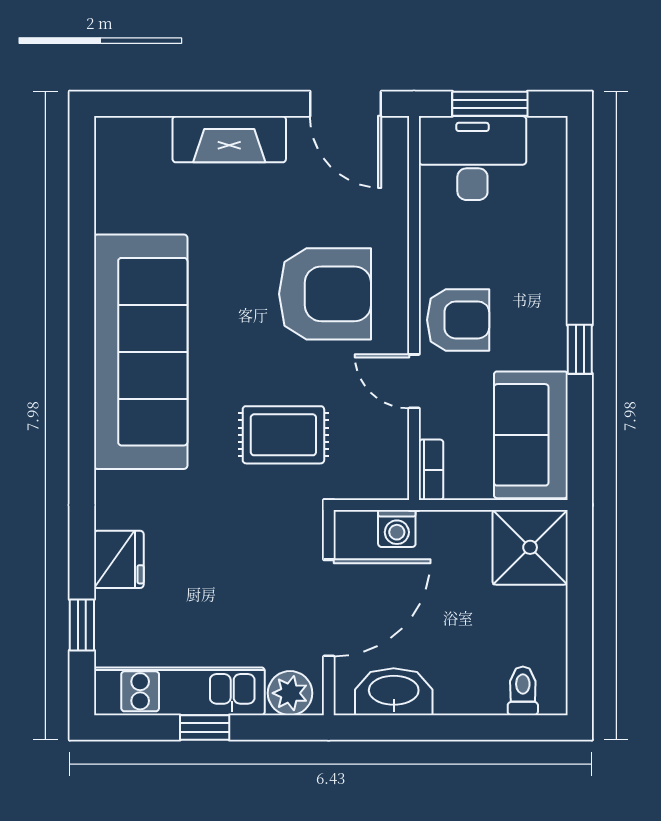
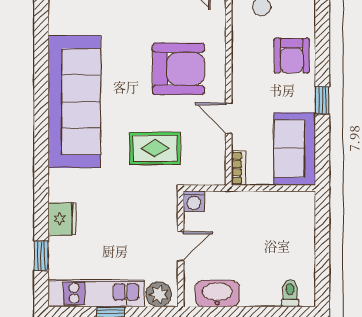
armchair: (458, 320) -> (292, 56), moved, turned 90
washing machine: (397, 528) -> (194, 201), moved
shower: (530, 547) -> (294, 212), removed
door: (329, 608) -> (181, 246), width x0.53

